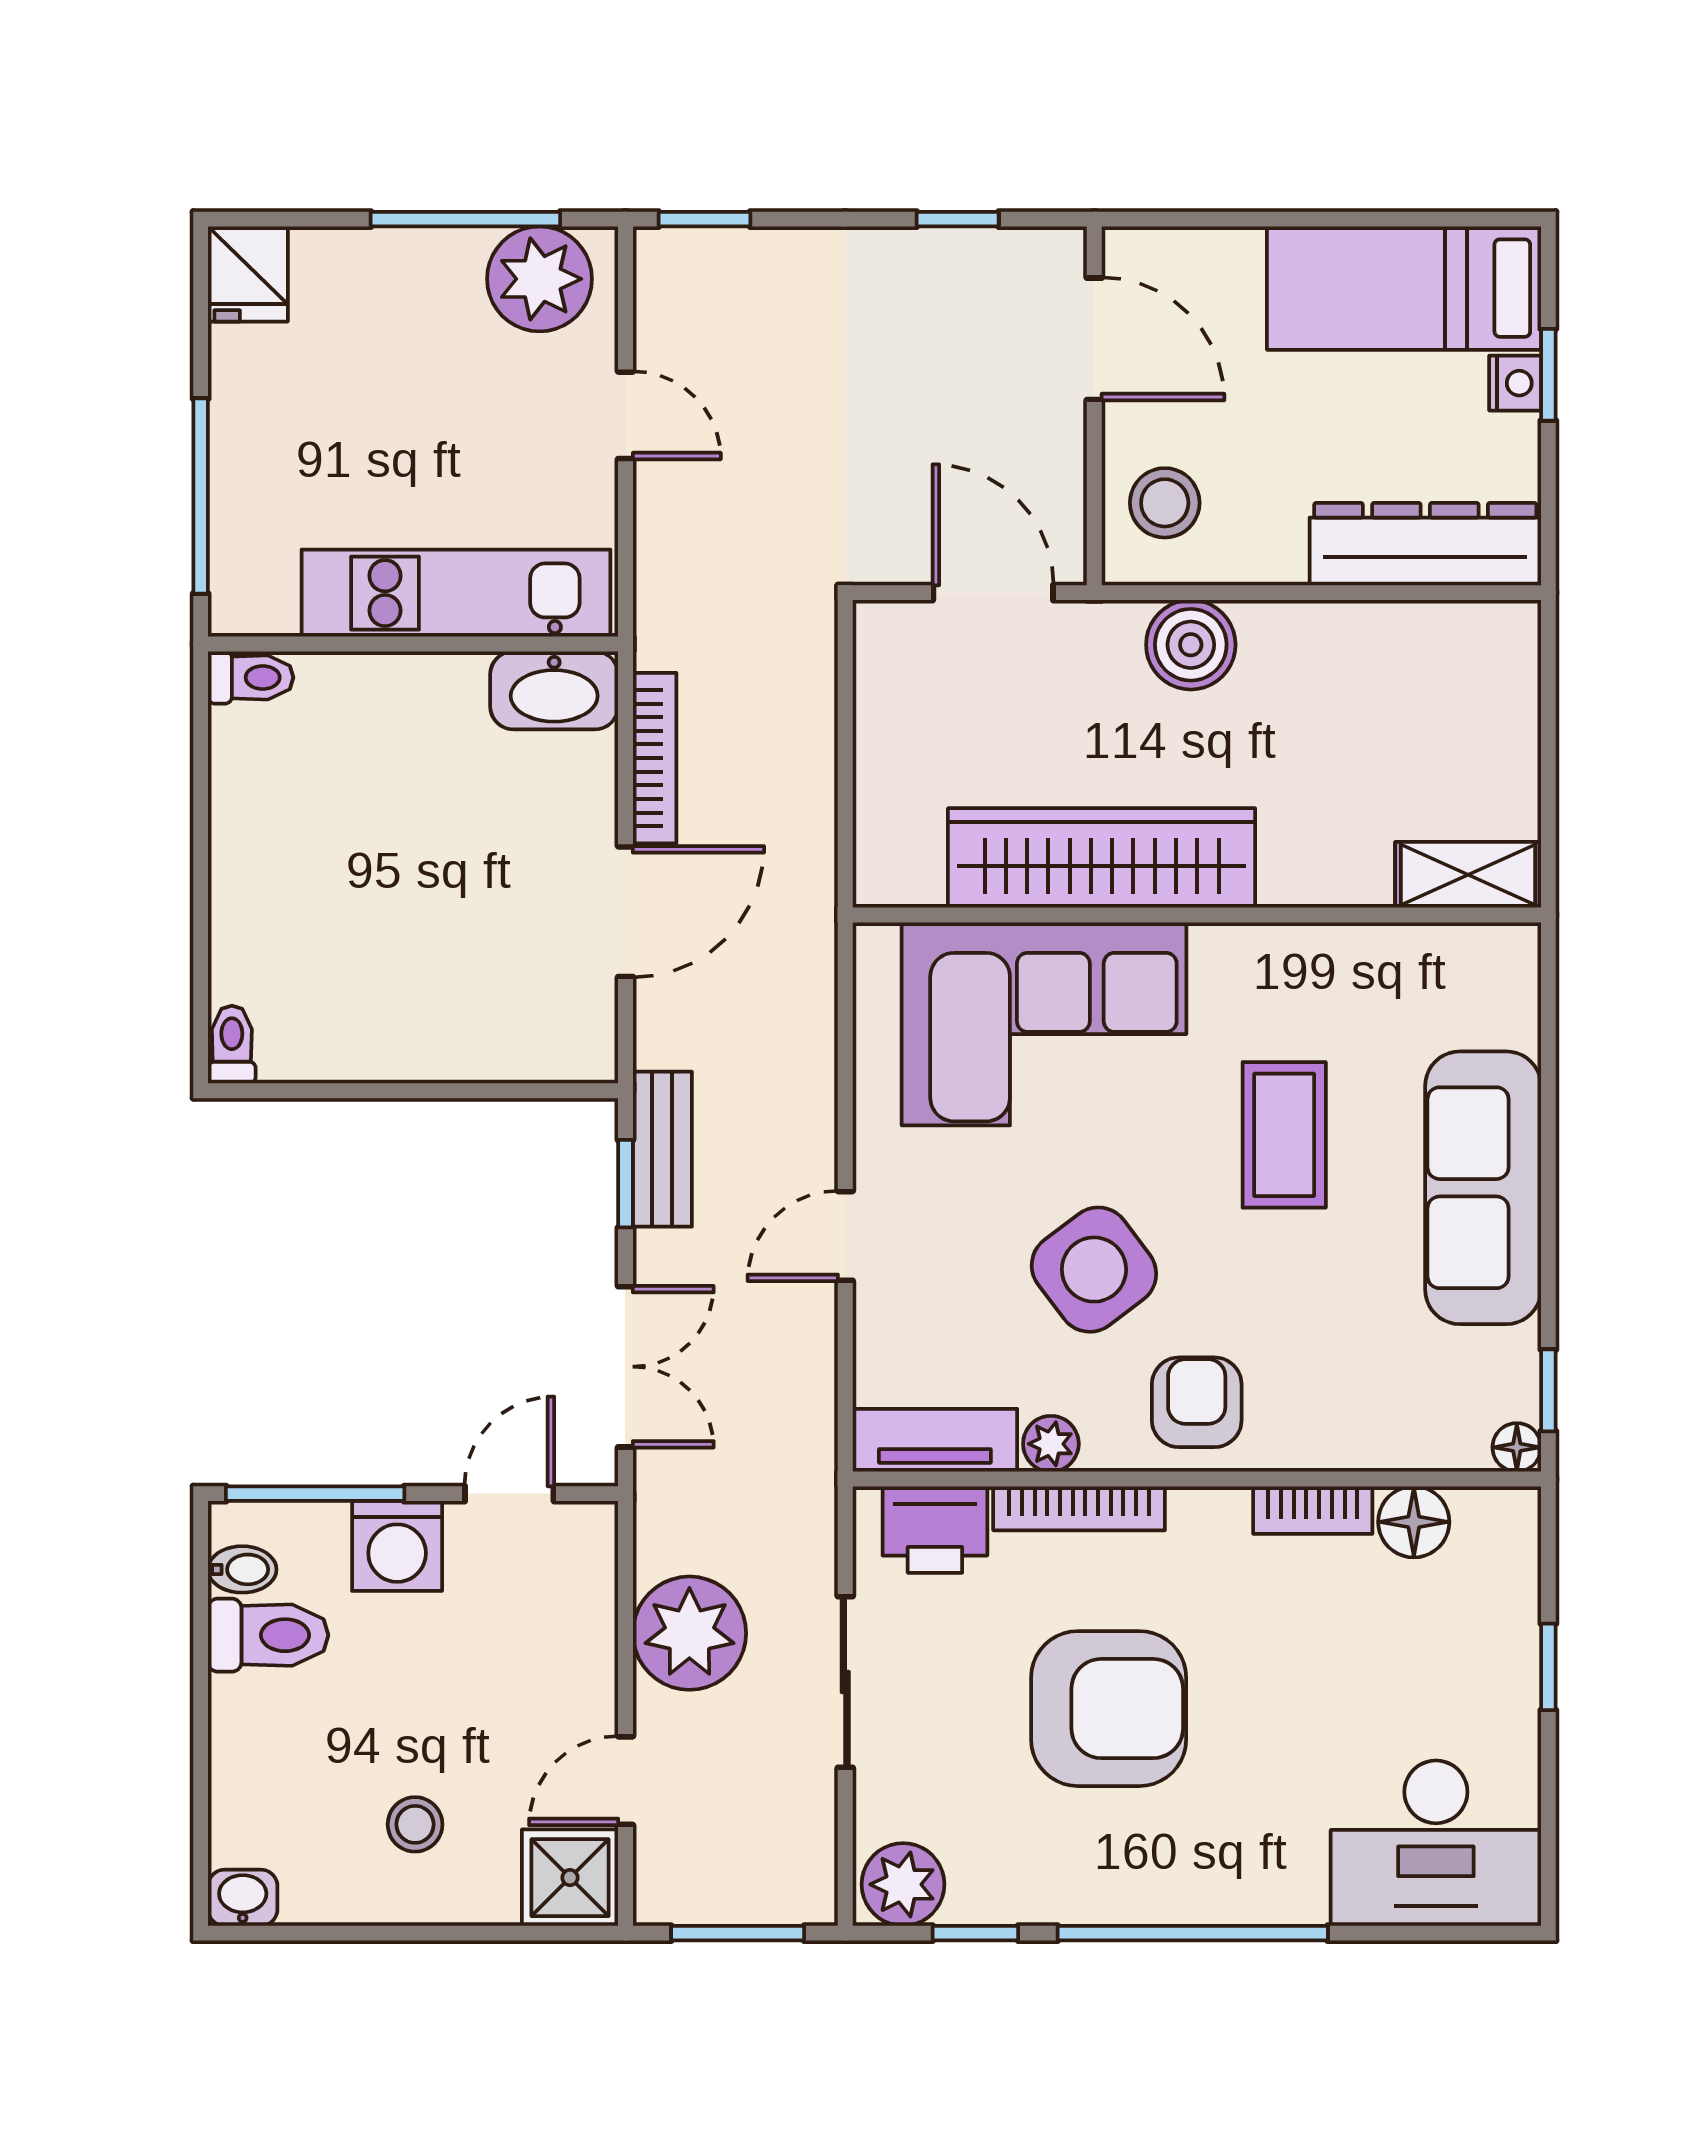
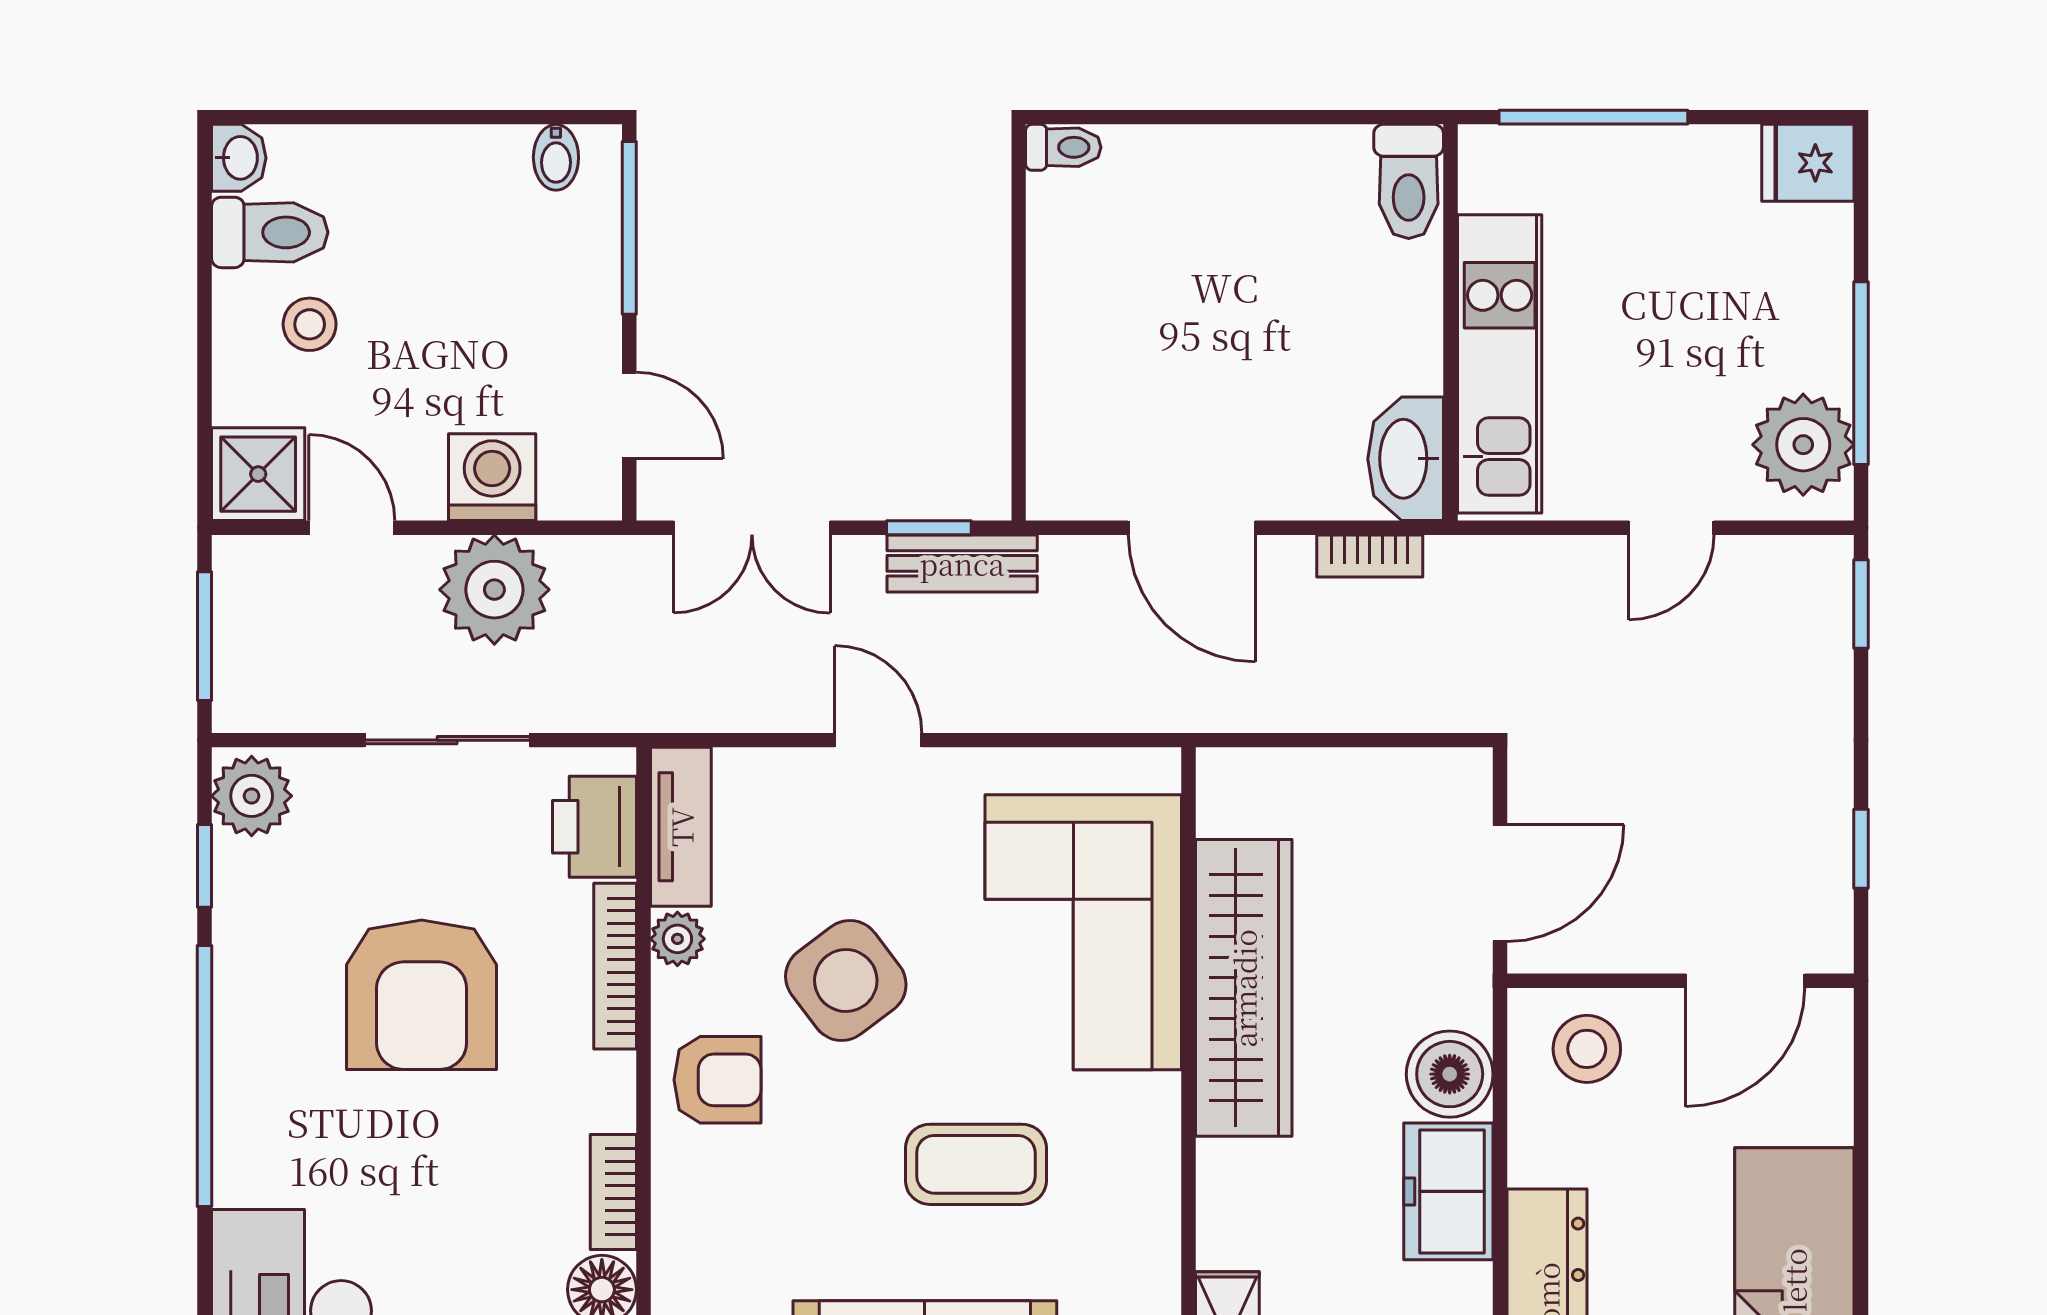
freezer: (1312, 646) -> (1448, 1191), added
toilet: (251, 677) -> (1409, 181), width x1.37, depth x1.39
bookcase: (655, 758) -> (1370, 556), width x0.64
washing machine: (397, 1546) -> (492, 477), moved, turned 90
toilet: (268, 1635) -> (270, 232), moved, turned -90

